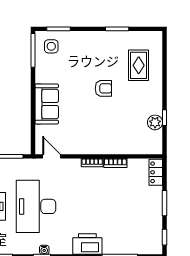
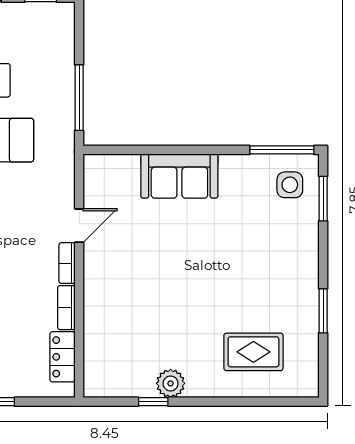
armchair: (103, 88) -> (209, 285), removed
plant: (155, 122) -> (171, 383), moved
door: (52, 156) -> (79, 226), moved
locker: (156, 172) -> (63, 357), moved, turned -90

